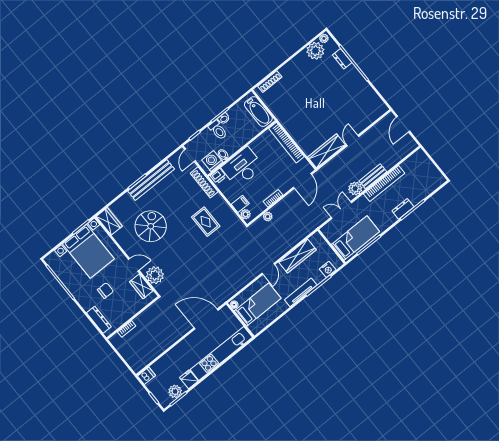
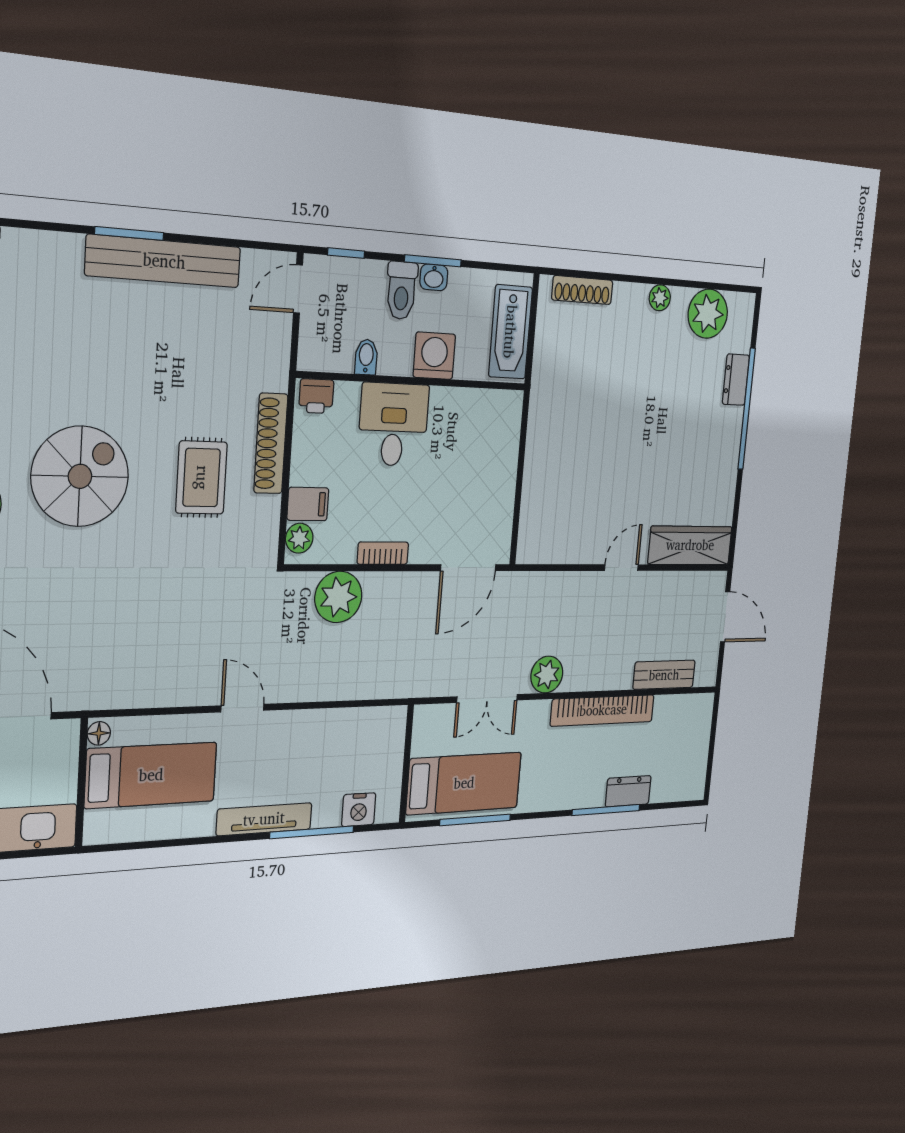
plant: (324, 38) -> (660, 298), moved
door: (403, 124) -> (725, 617), swing flipped
bookcase: (286, 143) -> (506, 454), removed
wardrobe: (326, 151) -> (690, 545), moved
washing machine: (212, 161) -> (434, 356), moved
desk: (242, 167) -> (393, 425), width x0.73
bench: (373, 176) -> (664, 675), moved
shoe rack: (204, 182) -> (271, 443), moved
dresser: (403, 209) -> (628, 791), moved
double door: (341, 210) -> (487, 698), swing flipped
plant: (268, 217) -> (338, 597), width x1.88, depth x1.88
spiral stairs: (151, 226) -> (80, 476), moved
wardrobe: (297, 256) -> (325, 729), removed
door: (268, 269) -> (242, 708), swing flipped

